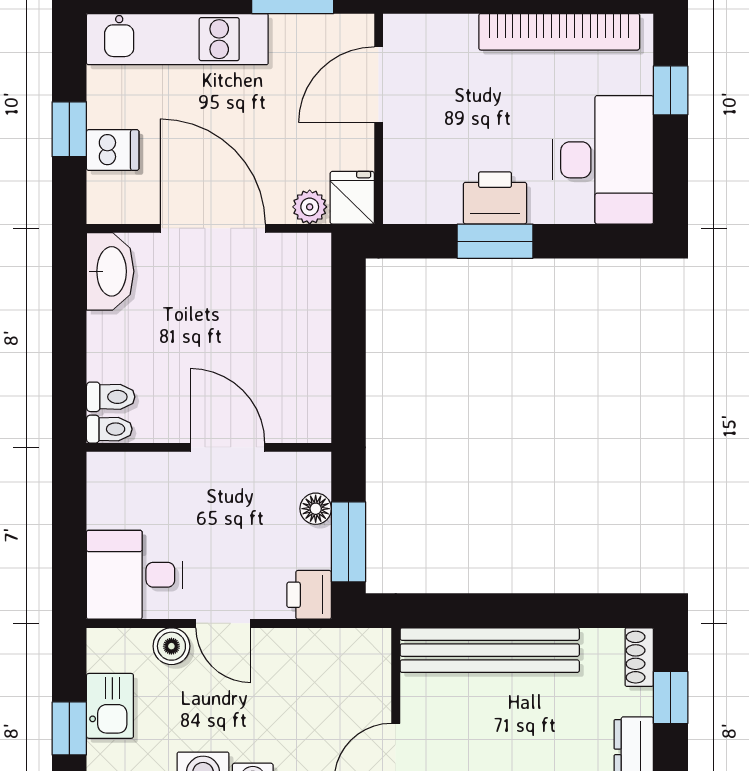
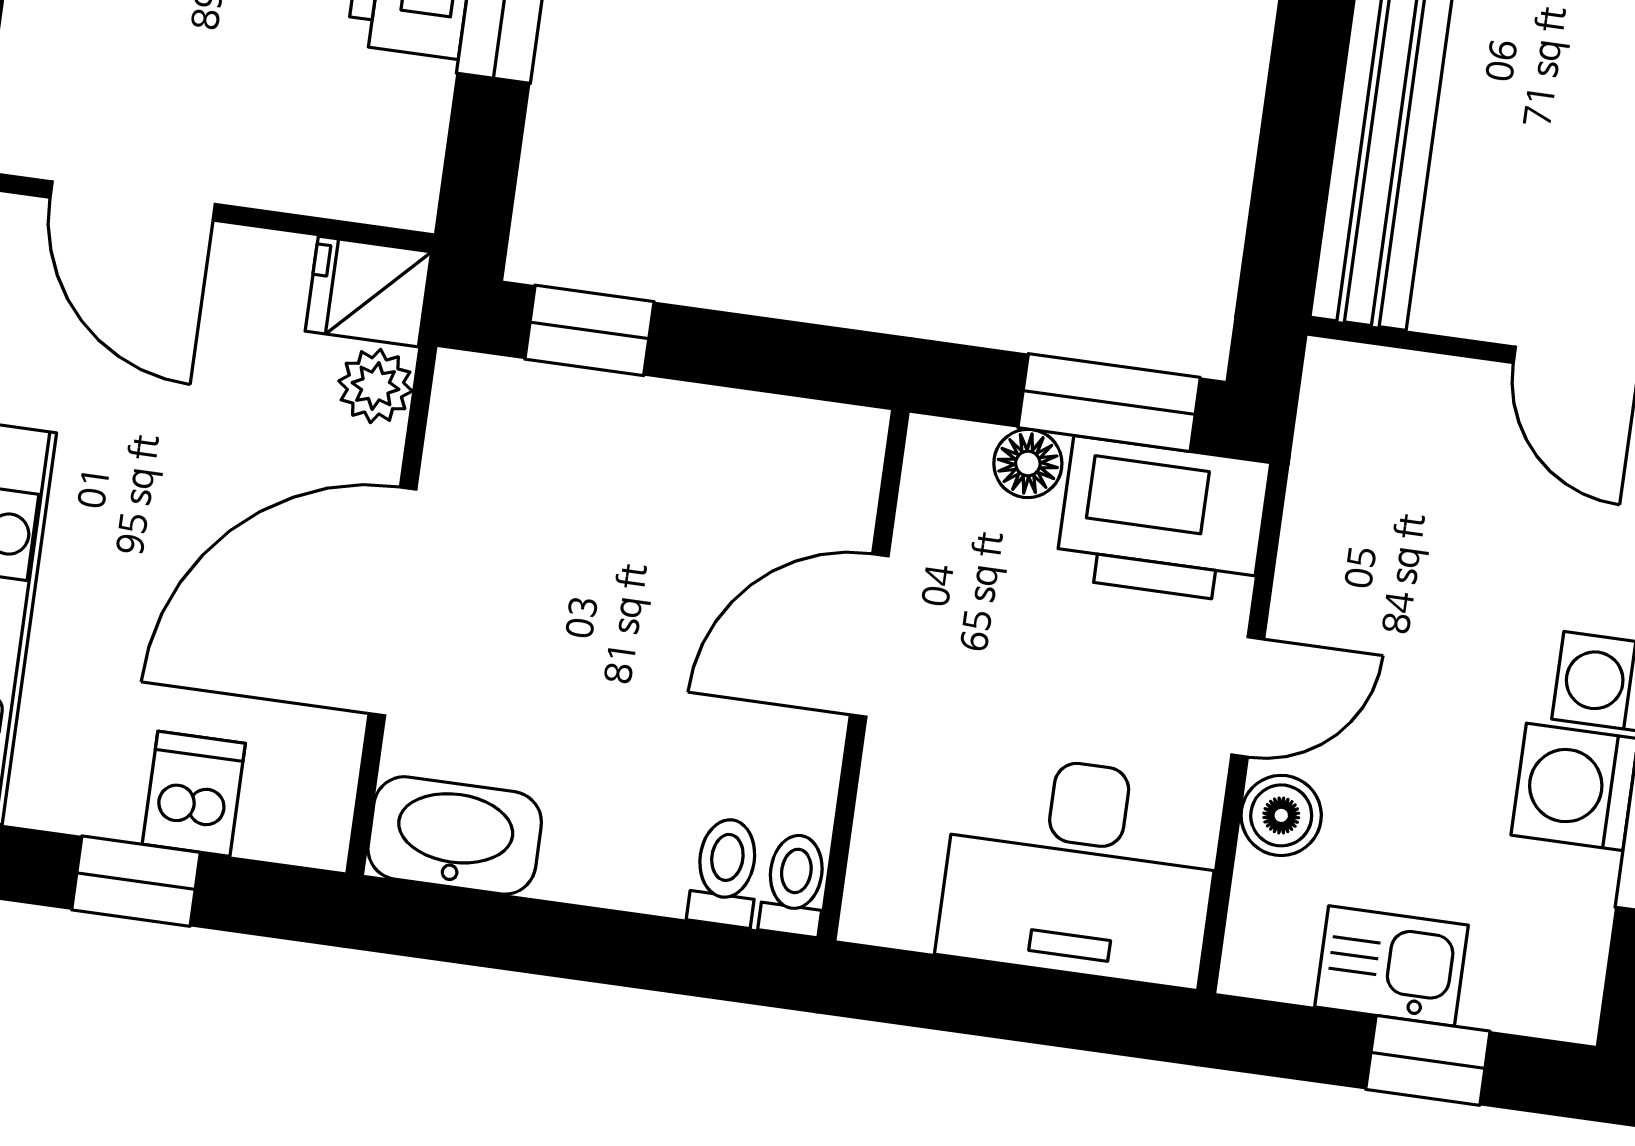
window: (348, 301) -> (589, 330), added
desk: (134, 575) -> (1080, 869), width x1.37
printer: (309, 595) -> (1162, 520), width x1.87, depth x1.48

